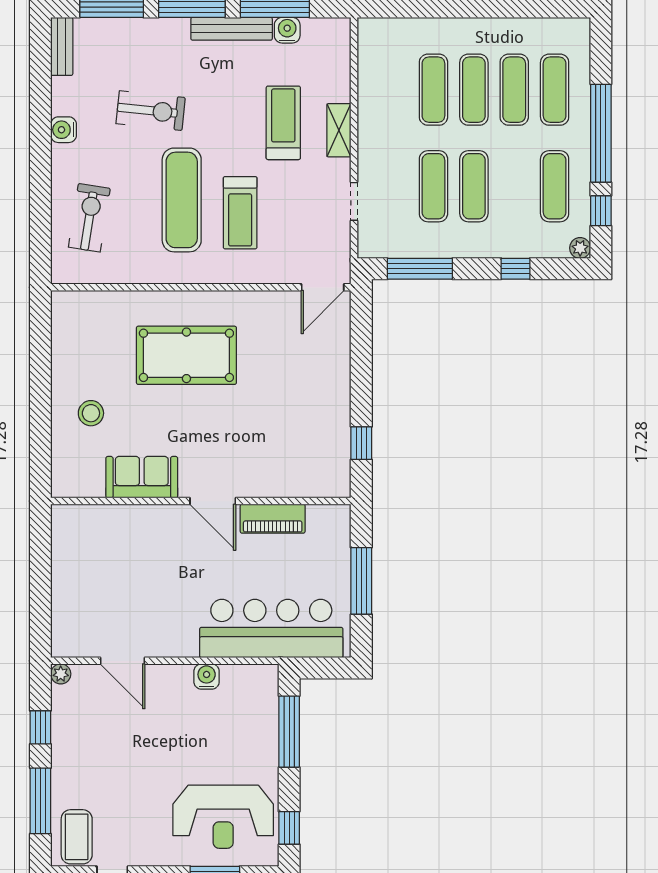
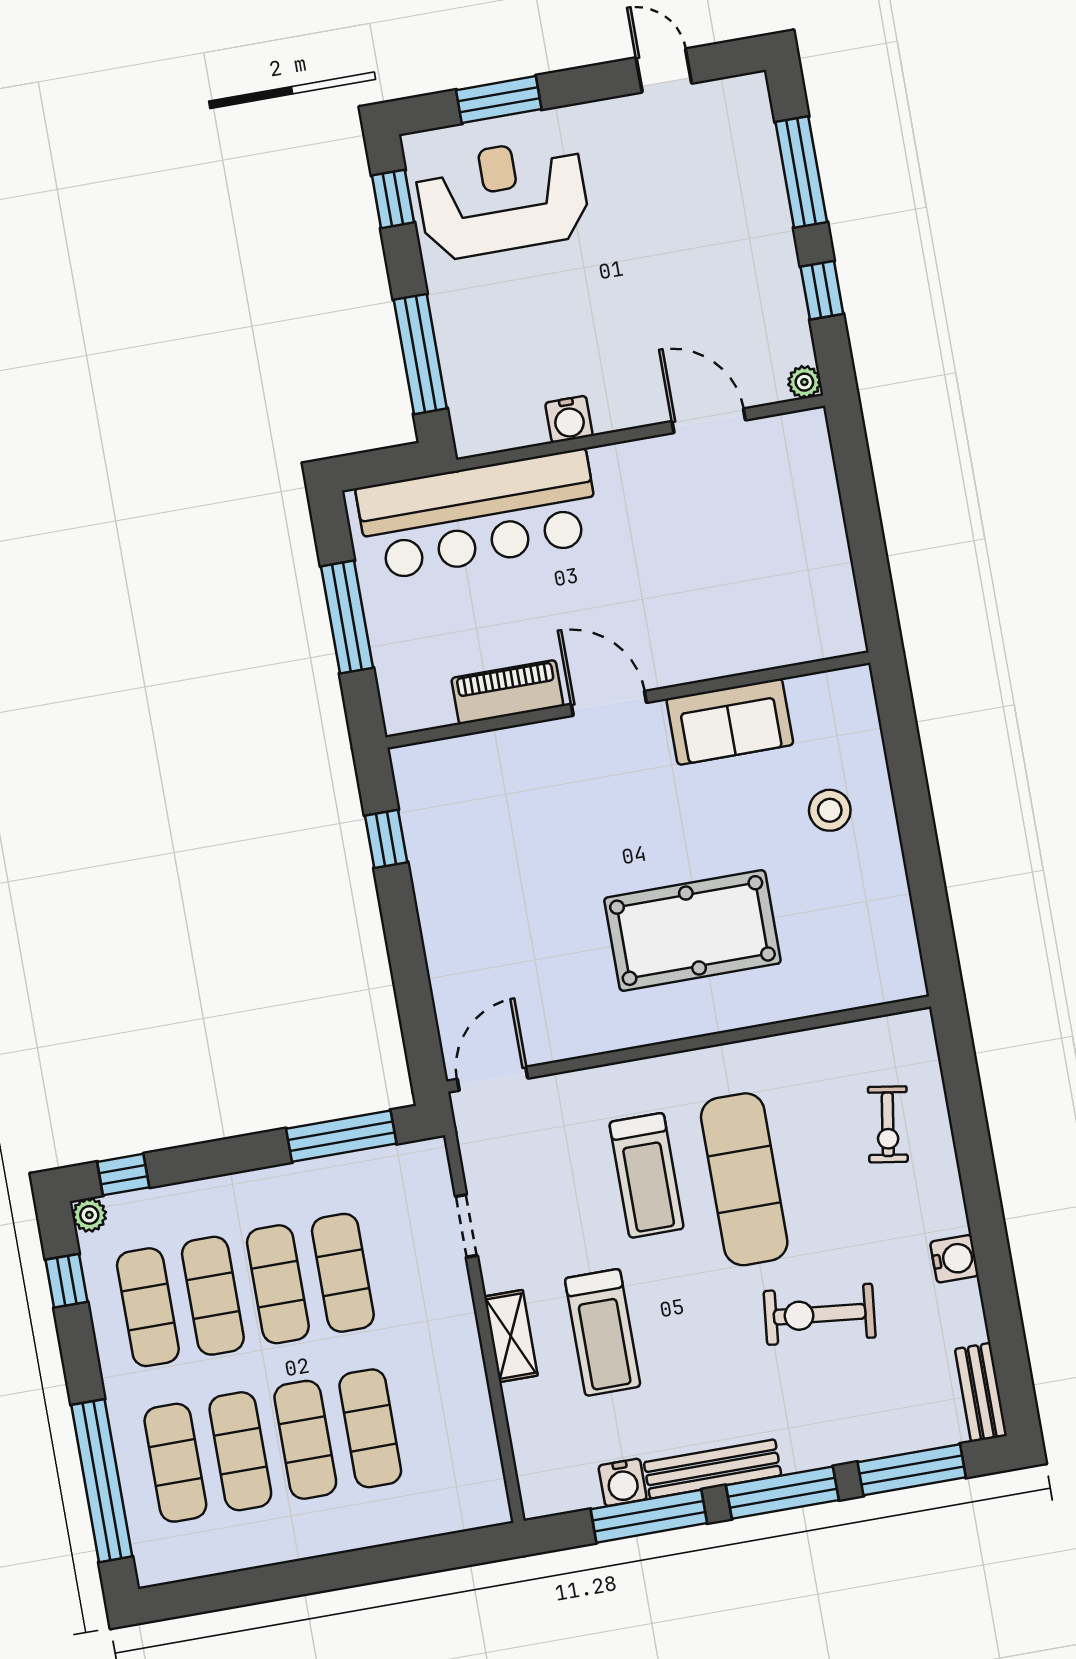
window: (601, 133) -> (102, 1481), moved
exercise mat: (514, 186) -> (213, 1296), added
treadmill: (240, 213) -> (647, 1175), turned 180
exercise bike: (89, 218) -> (888, 1124), width x0.73, depth x0.72
window: (516, 269) -> (123, 1175), moved
coffee table: (77, 837) -> (733, 124), removed

